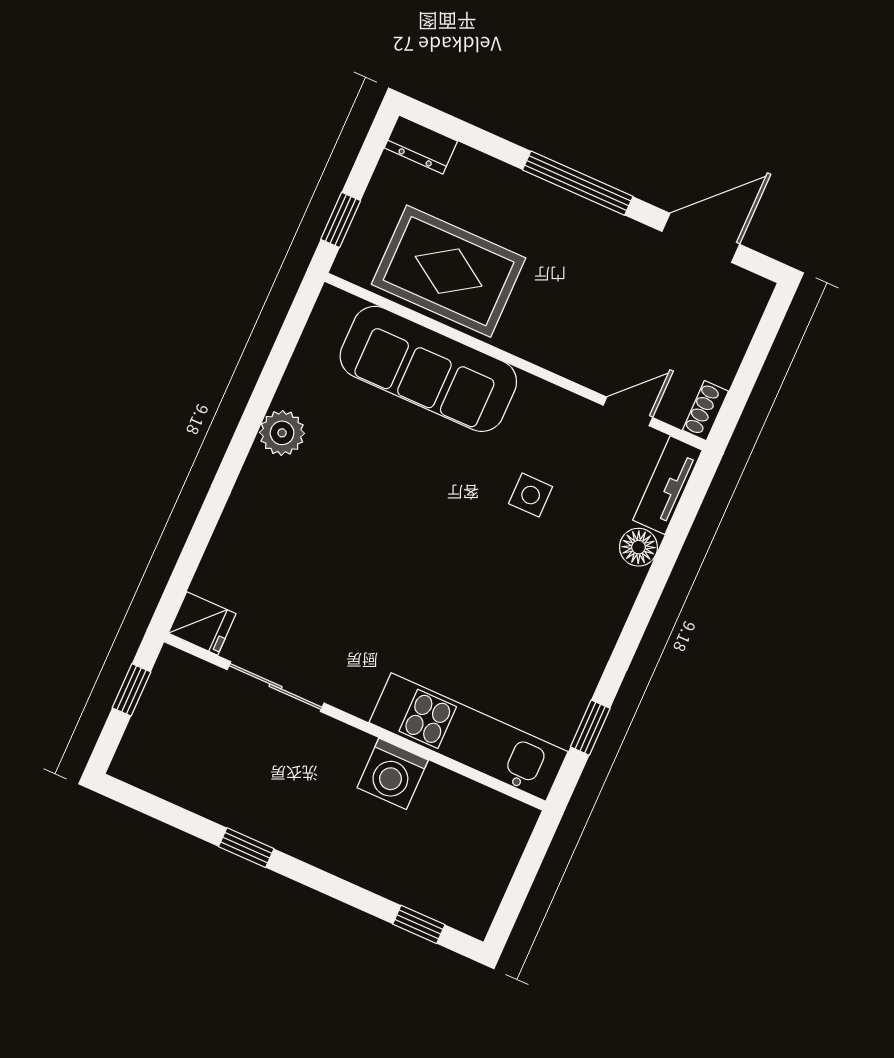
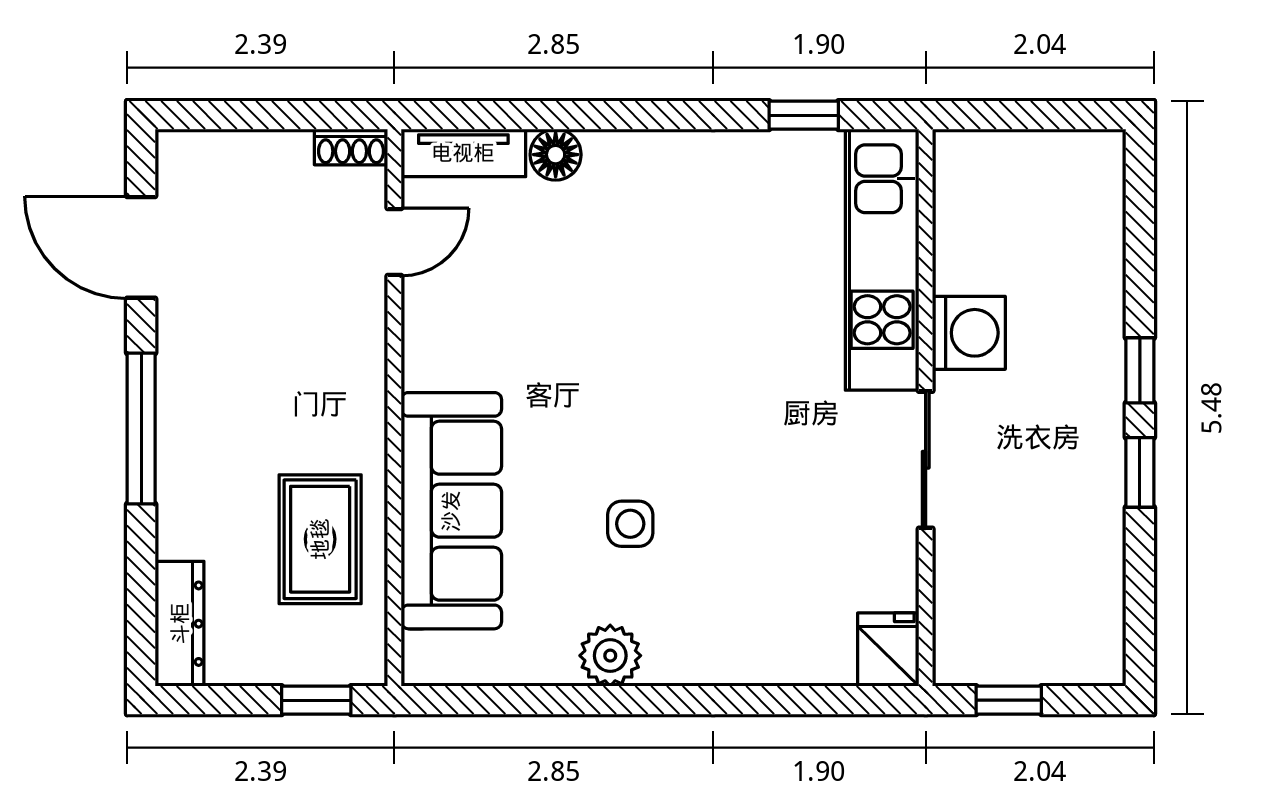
dresser: (421, 145) -> (180, 624), width x1.44
rug: (449, 271) -> (320, 539), width x0.73, depth x0.70
door: (628, 411) -> (394, 242), swing flipped
side table: (531, 495) -> (630, 524), moved
sliding door: (276, 686) -> (926, 460), moved
window: (419, 924) -> (1140, 370), moved

